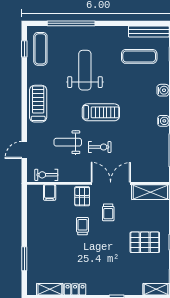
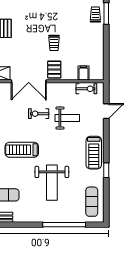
window: (24, 49) -> (106, 170), moved
treadmill: (101, 112) -> (22, 150), moved
trolley: (108, 212) -> (95, 14), moved

